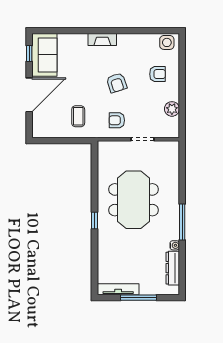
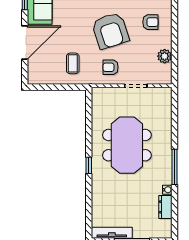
armchair: (117, 83) -> (110, 31), width x1.88, depth x1.88
dresser: (173, 268) -> (165, 207), width x0.70

